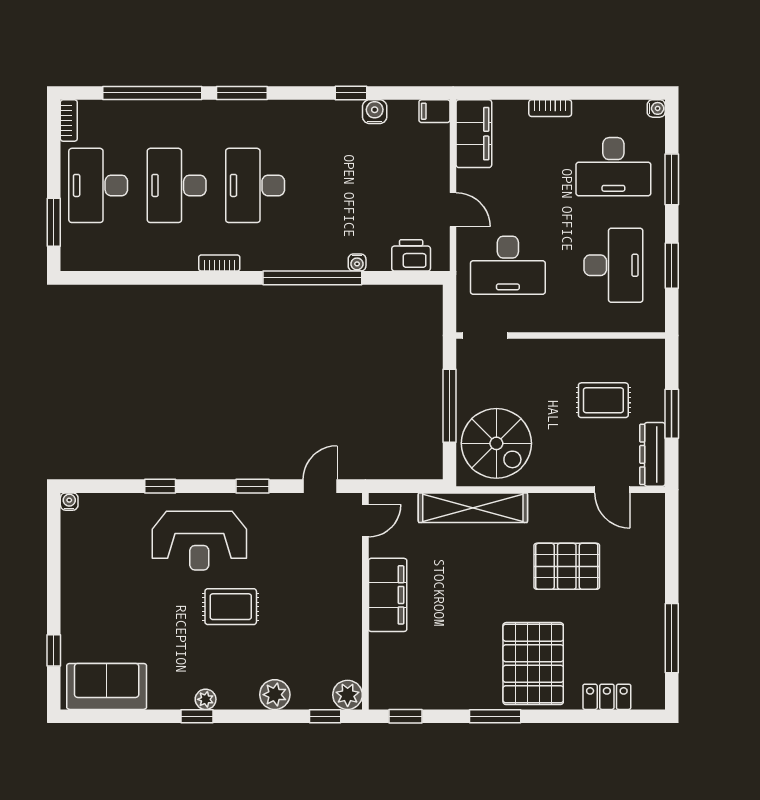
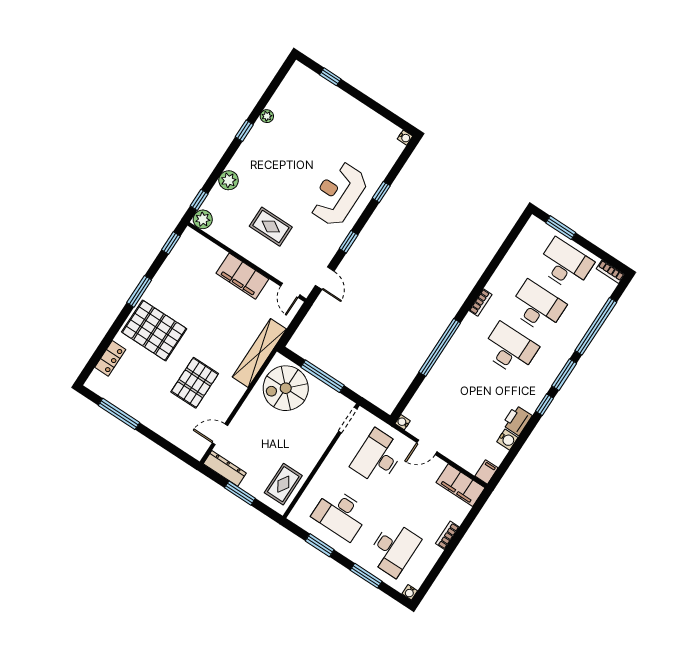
window: (351, 93) -> (544, 405), moved
desk: (613, 167) -> (393, 549), turned 180
printer: (411, 255) -> (517, 420), moved, turned 180
water cooler: (357, 262) -> (403, 422), moved
rug: (603, 400) -> (283, 484), moved
rug: (231, 607) -> (271, 227), moved, turned 90
sofa: (107, 686) -> (292, 93), removed
plant: (206, 699) -> (267, 116), moved

